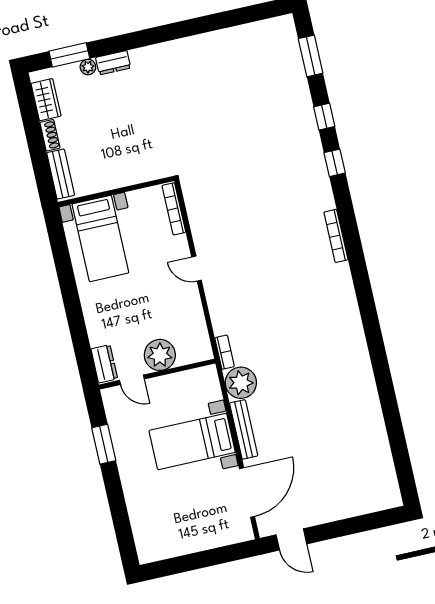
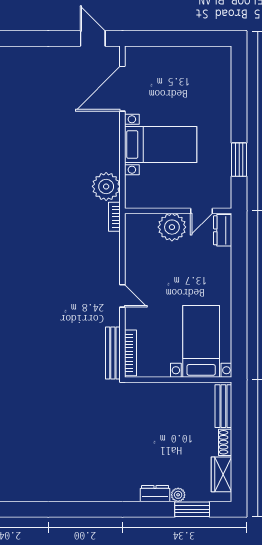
door: (132, 380) -> (201, 211), swing flipped
bench: (244, 429) -> (113, 353), moved

